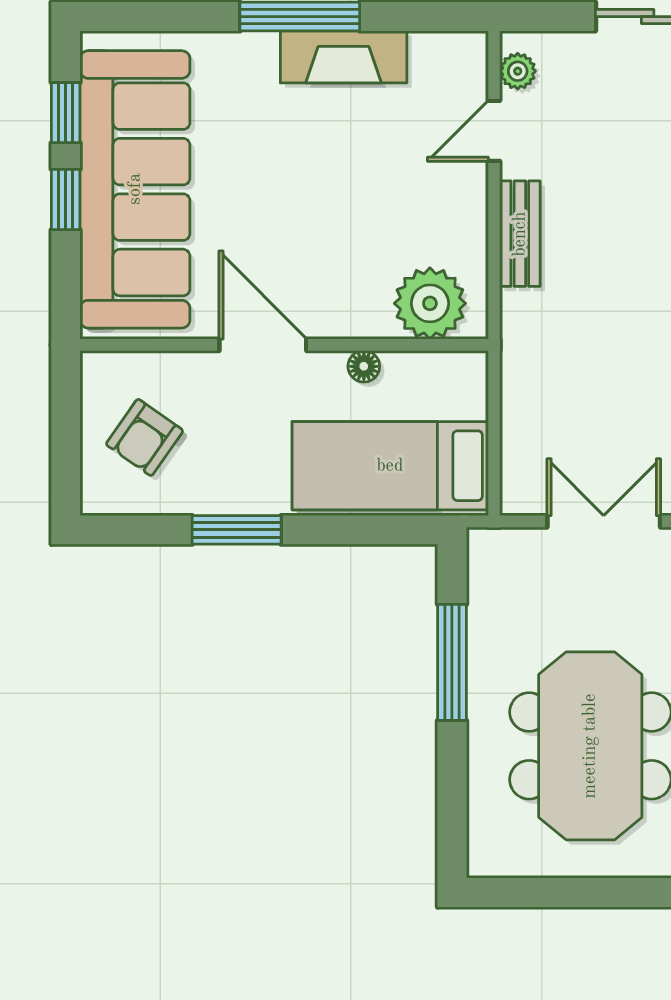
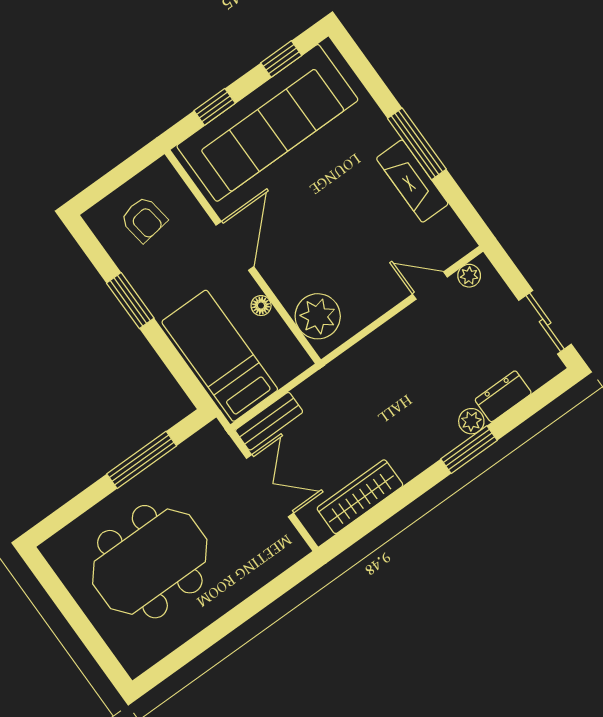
window: (66, 199) -> (215, 107), moved
bench: (520, 234) -> (269, 421), moved
armchair: (145, 437) -> (144, 219), turned -133

